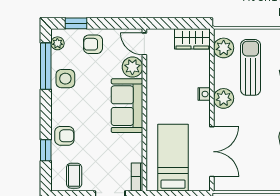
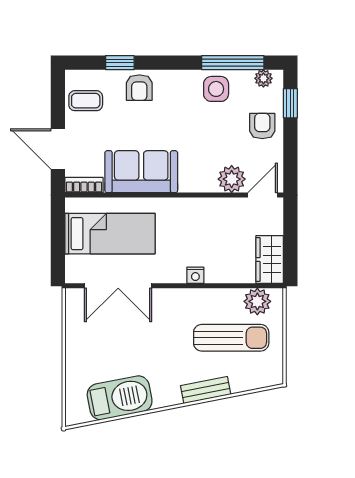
plant: (224, 98) -> (189, 301), removed
sofa: (127, 106) -> (141, 172), moved

